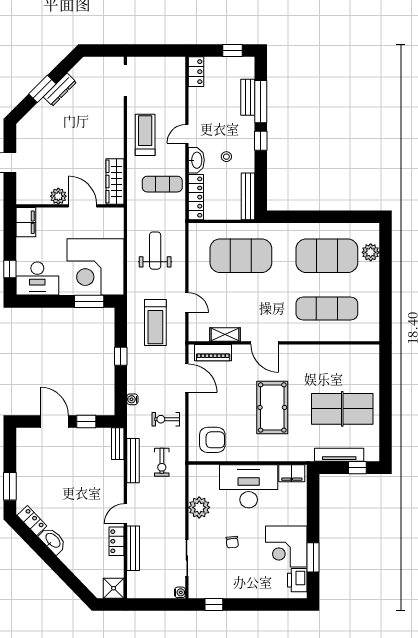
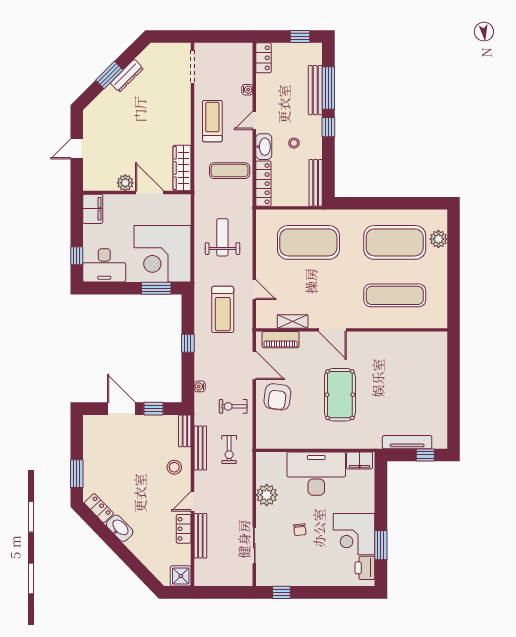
bench: (248, 97) -> (315, 90), width x1.36
table tennis table: (342, 409) -> (410, 396), removed
armchair: (212, 440) -> (277, 397), moved, turned 97
stool: (107, 480) -> (174, 467), added
water cooler: (180, 592) -> (247, 90), moved

